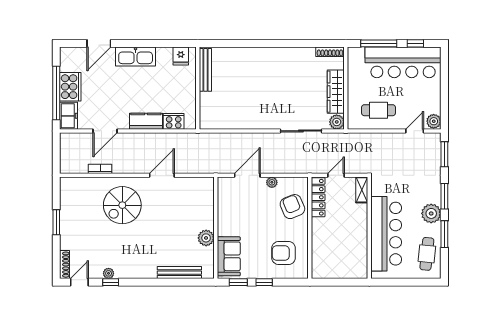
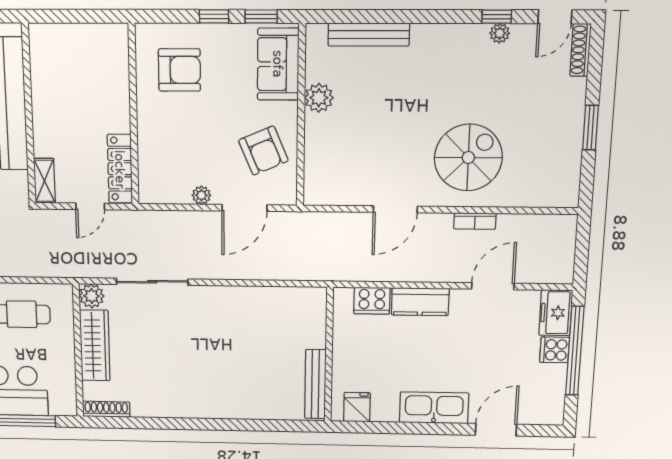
cooker: (70, 87) -> (555, 350), width x0.53, depth x0.76
bookcase: (100, 169) -> (475, 221), moved
armchair: (292, 207) -> (263, 151), moved

